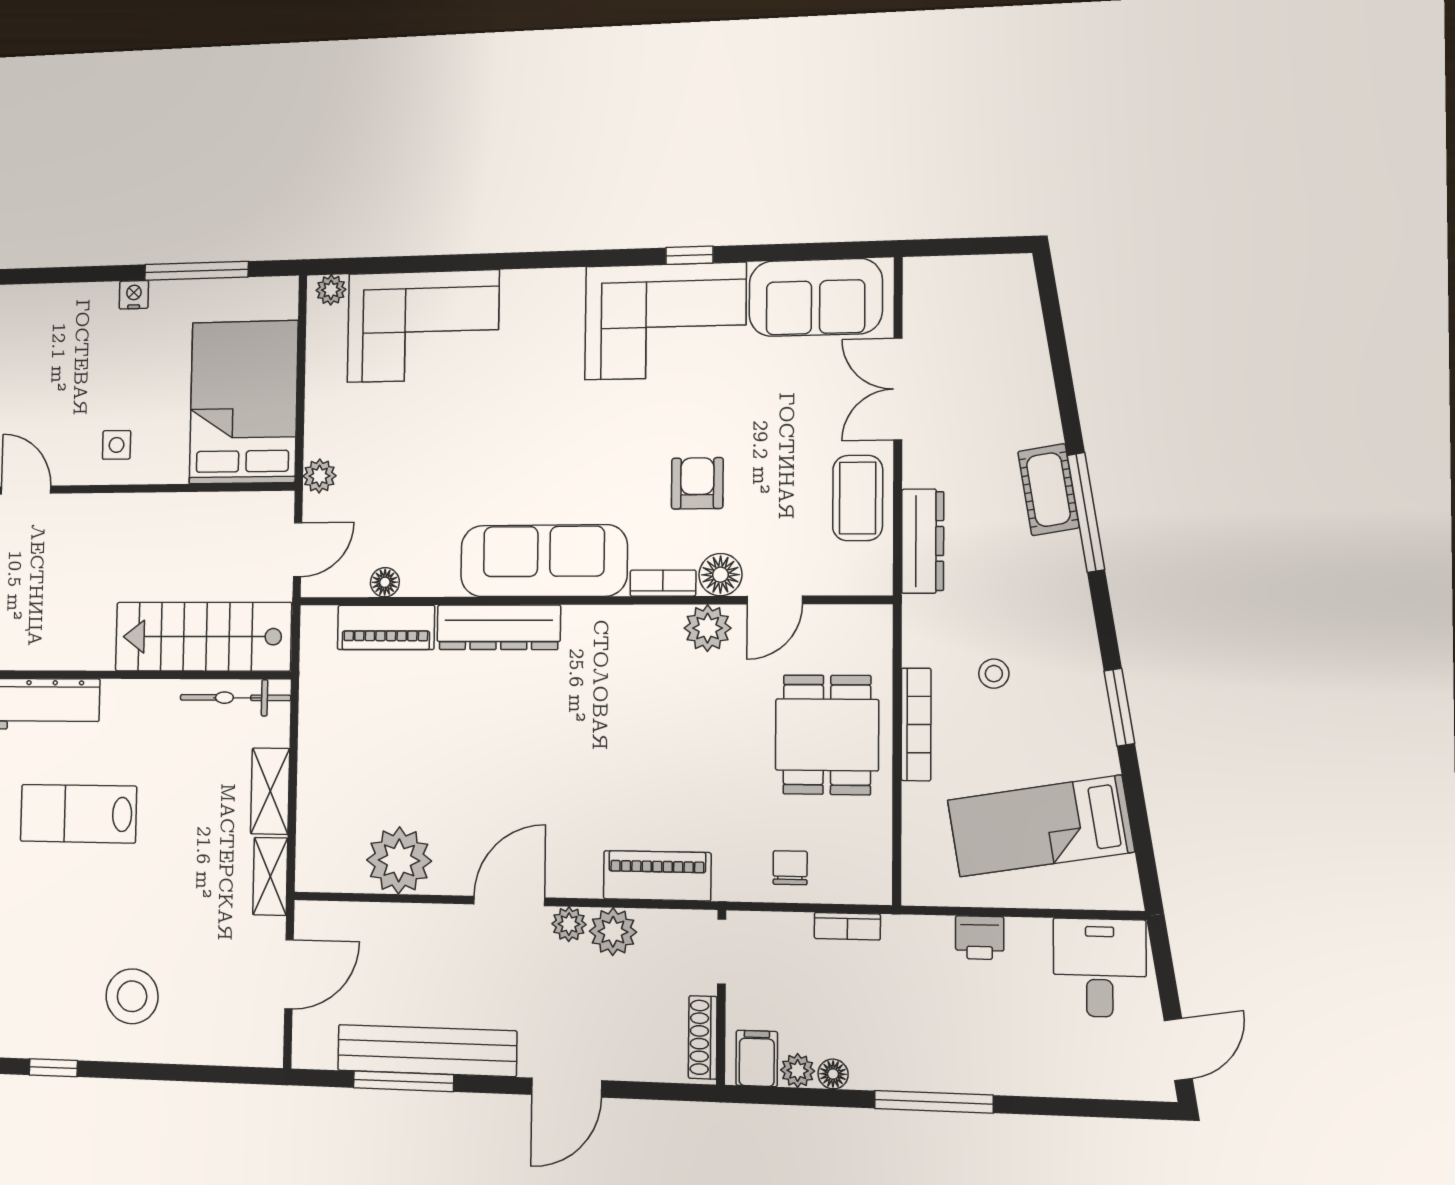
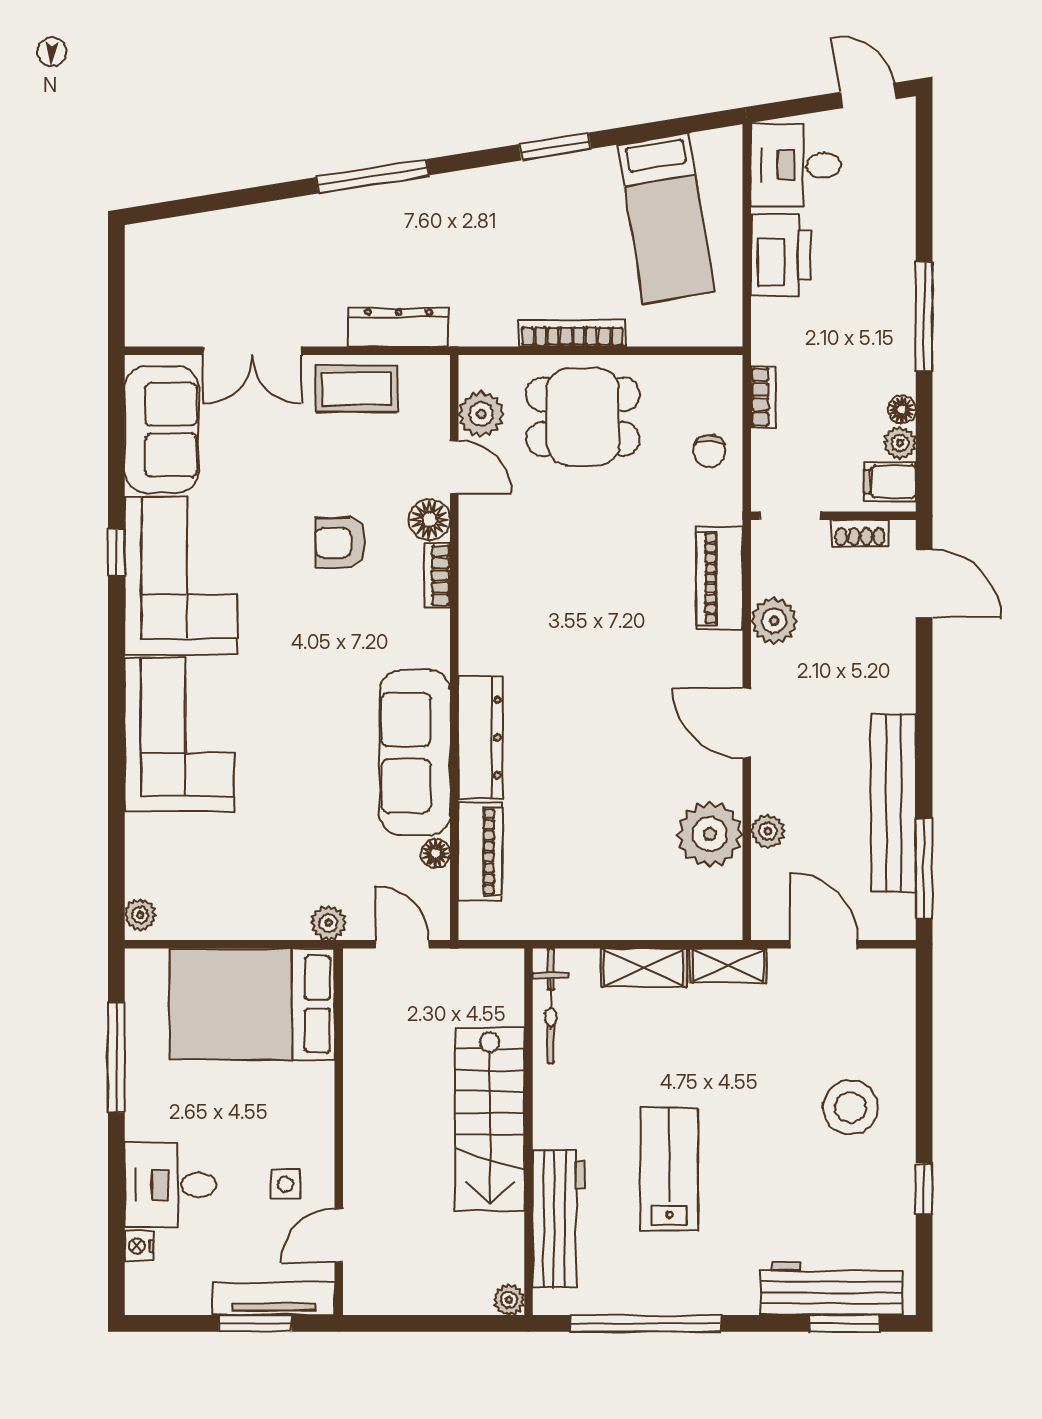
nightstand: (134, 295) -> (139, 1246), moved
desk: (77, 326) -> (170, 1185), added
corner sofa: (423, 326) -> (180, 735), moved
side table: (117, 445) -> (285, 1184), moved
cot: (1048, 490) -> (351, 211), removed
sofa: (544, 561) -> (415, 753), moved
plant: (708, 628) -> (481, 414), moved
stairs: (203, 637) -> (490, 1119), moved
stool: (994, 674) -> (524, 261), removed
lab bench: (78, 814) -> (669, 1169), turned 180
chair: (790, 868) -> (709, 451), turned -90
plant: (569, 924) -> (768, 831), moved
printer: (980, 938) -> (781, 255), width x1.87, depth x1.48
shoe rack: (703, 1037) -> (860, 533), width x0.70
window: (403, 1081) -> (924, 869), moved
door: (566, 1088) -> (924, 584), moved

